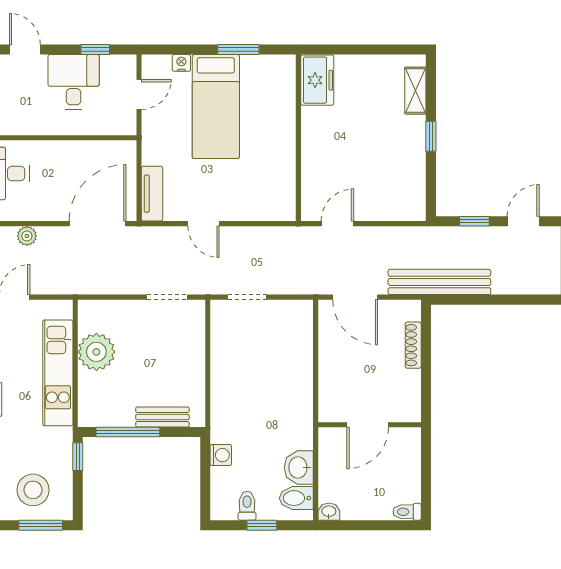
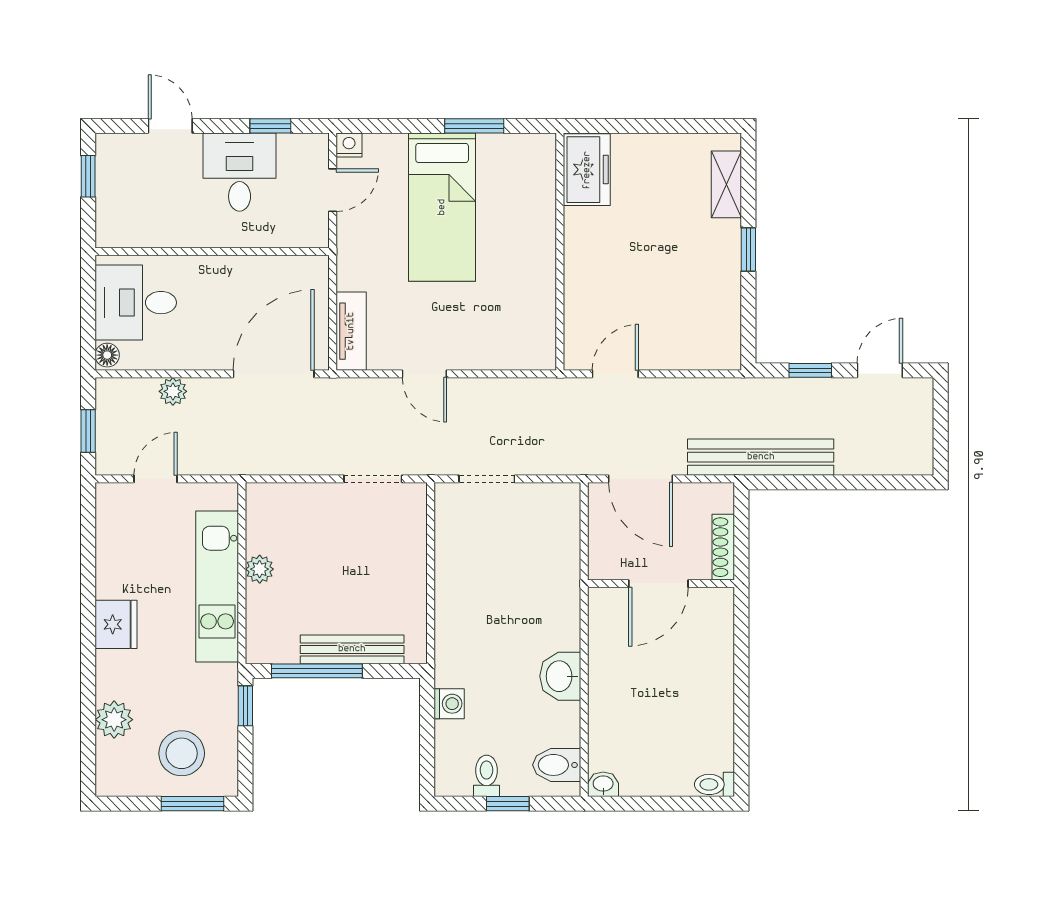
nightstand: (181, 63) -> (349, 145), moved
plant: (96, 352) -> (260, 569), width x0.53, depth x0.53
bench: (162, 417) -> (352, 649), width x1.36
door: (368, 425) -> (658, 584), moved
wall: (370, 425) -> (661, 584), moved
washbasin: (299, 467) -> (560, 676), moved

